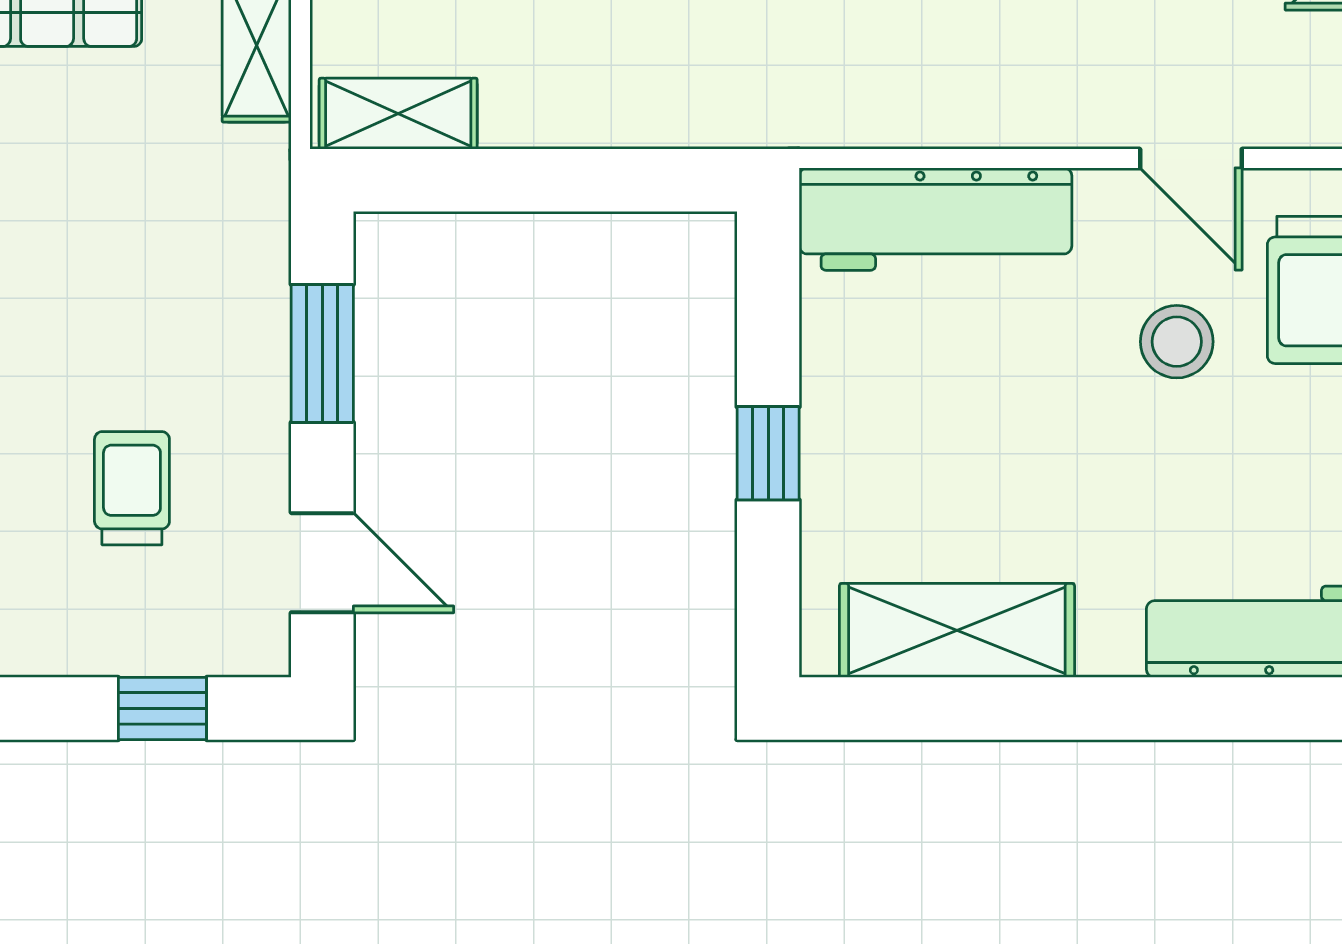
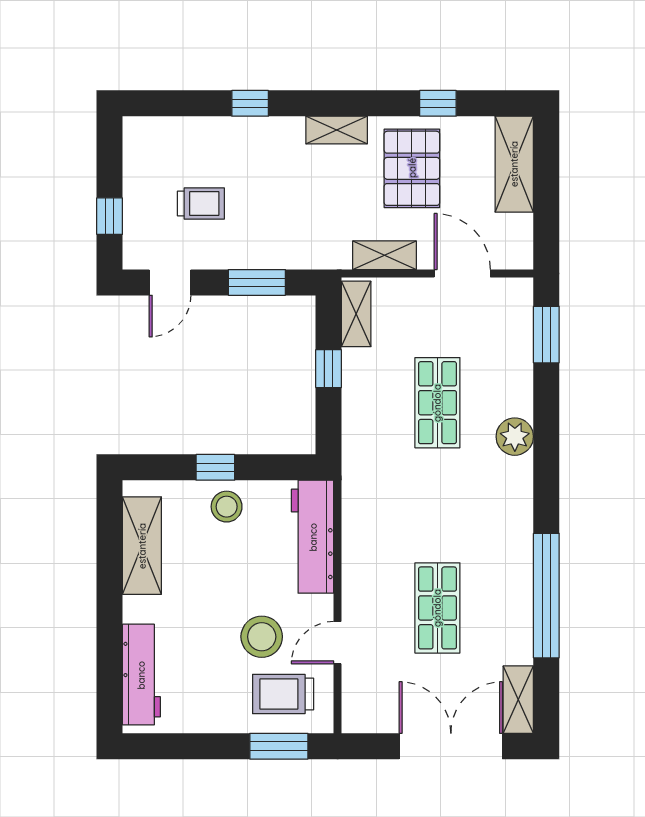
window: (530, 180) -> (329, 369), added
stool: (1177, 342) -> (262, 637), width x1.38, depth x1.38
stool: (863, 426) -> (227, 507), added

